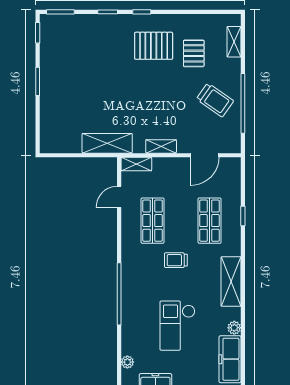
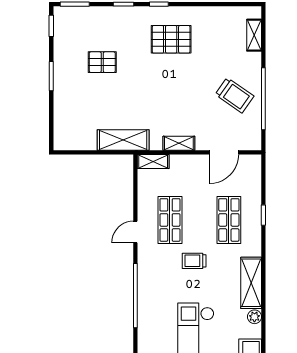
pallet: (194, 53) -> (102, 62), moved, turned 90
door: (119, 197) -> (135, 232), moved
plant: (234, 328) -> (254, 317), moved

